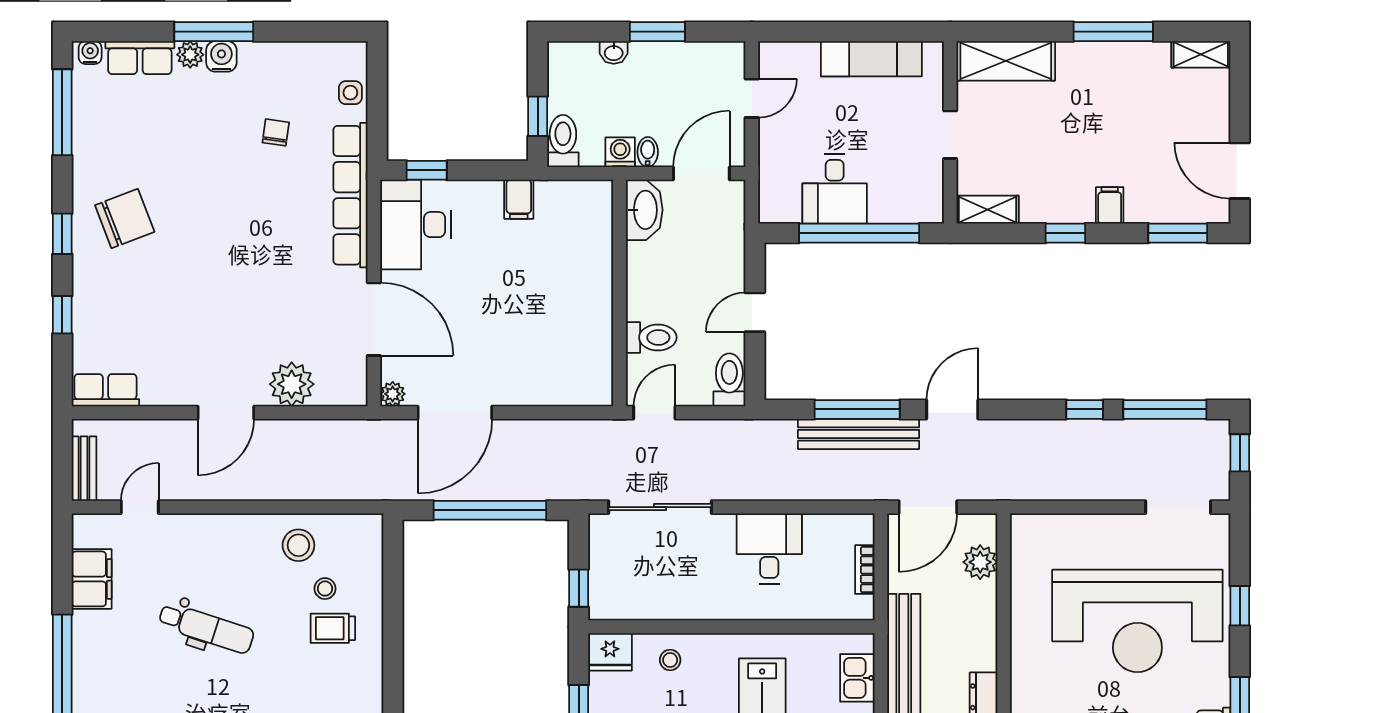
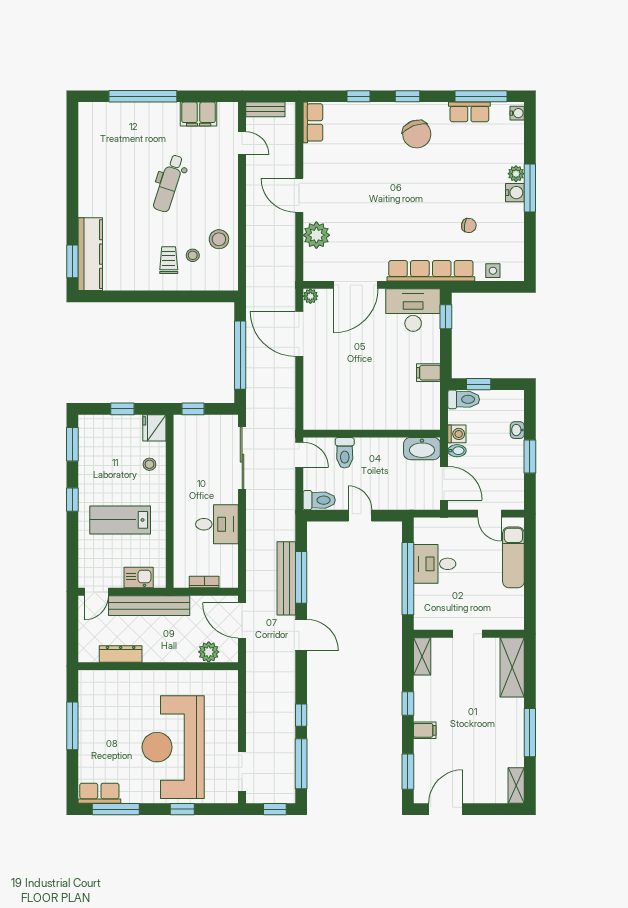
row of seats: (140, 58) -> (469, 112), moved, turned -90
exam couch: (871, 59) -> (513, 557), moved

